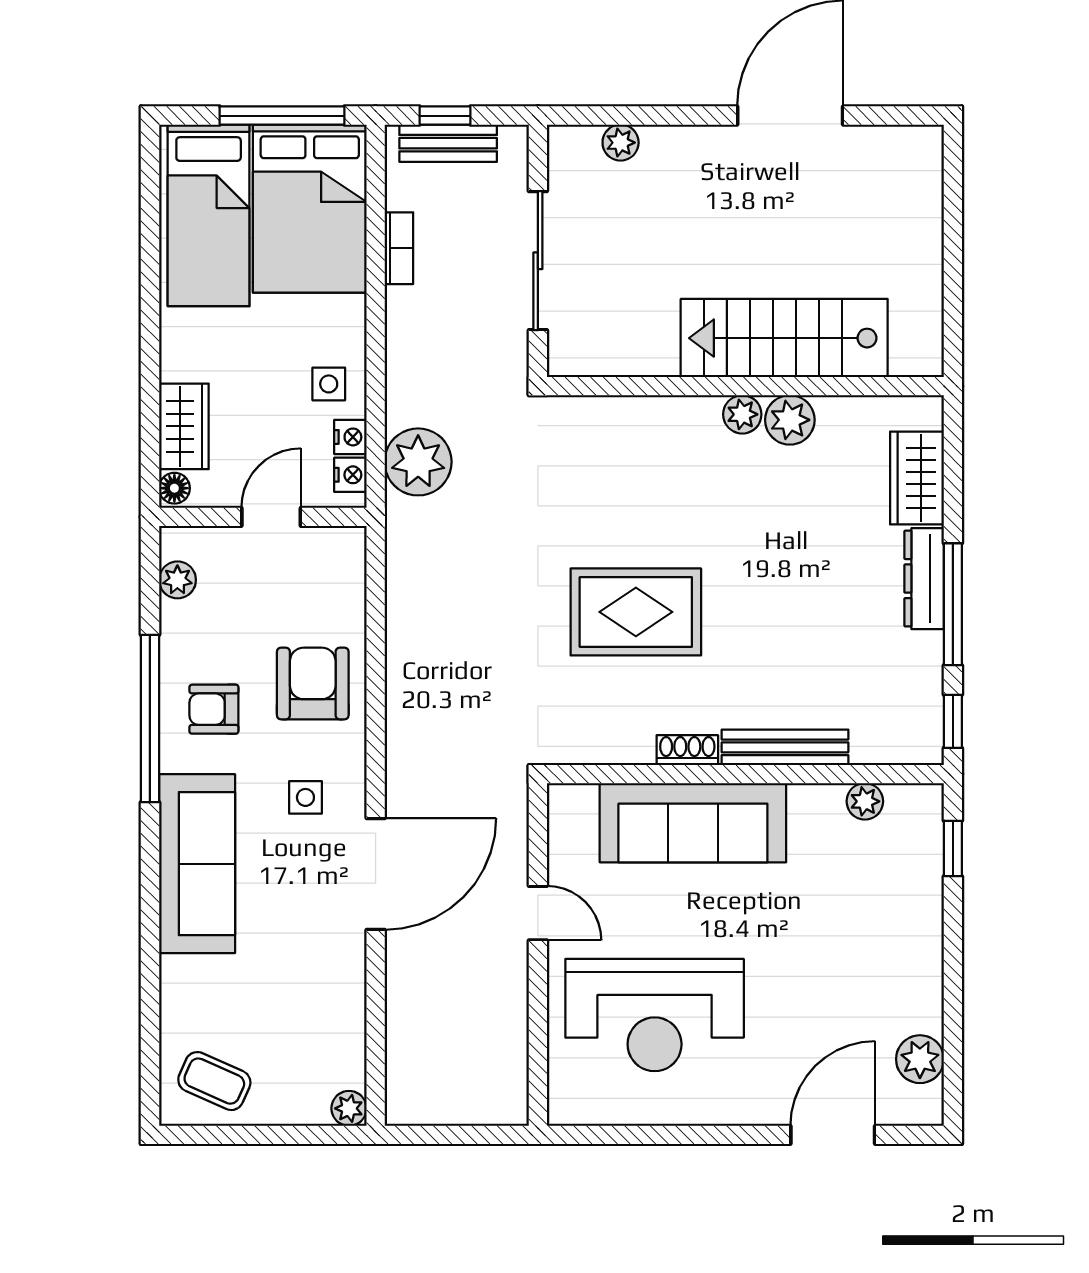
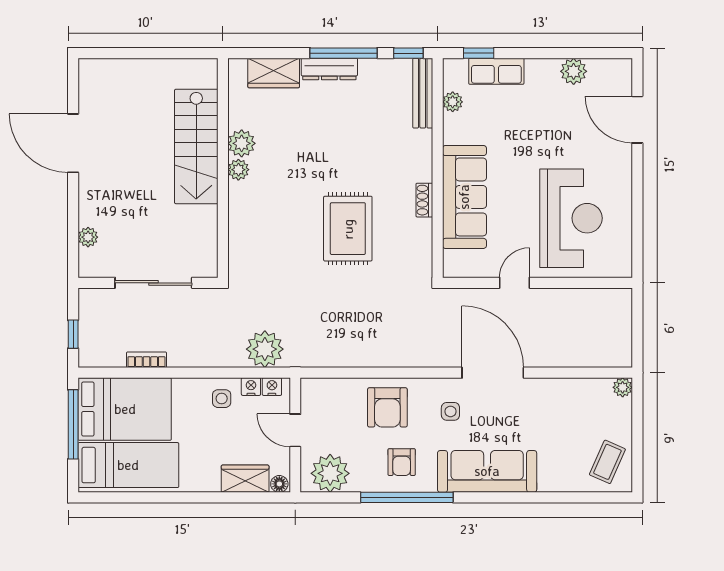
bench: (448, 143) -> (88, 332), removed
plant: (177, 580) -> (330, 473), width x1.88, depth x1.88
armchair: (313, 683) -> (387, 407), turned -90
bench: (785, 747) -> (423, 93), moved
row of seats: (920, 880) -> (496, 71), added
plant: (920, 1059) -> (574, 71), moved

